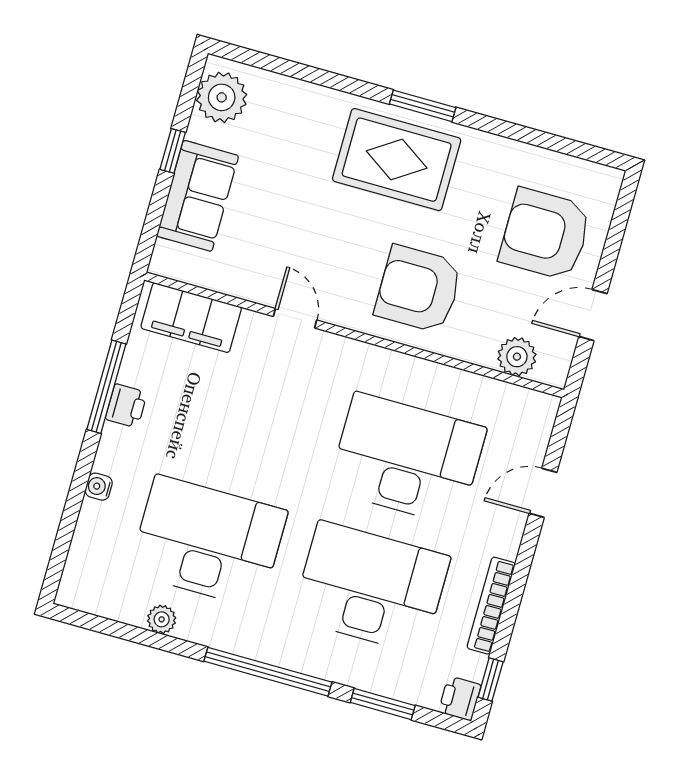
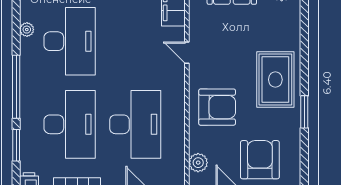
window: (423, 106) -> (304, 112), moved
armchair: (418, 289) -> (217, 107), turned 90
door: (295, 318) -> (187, 53), swing flipped

